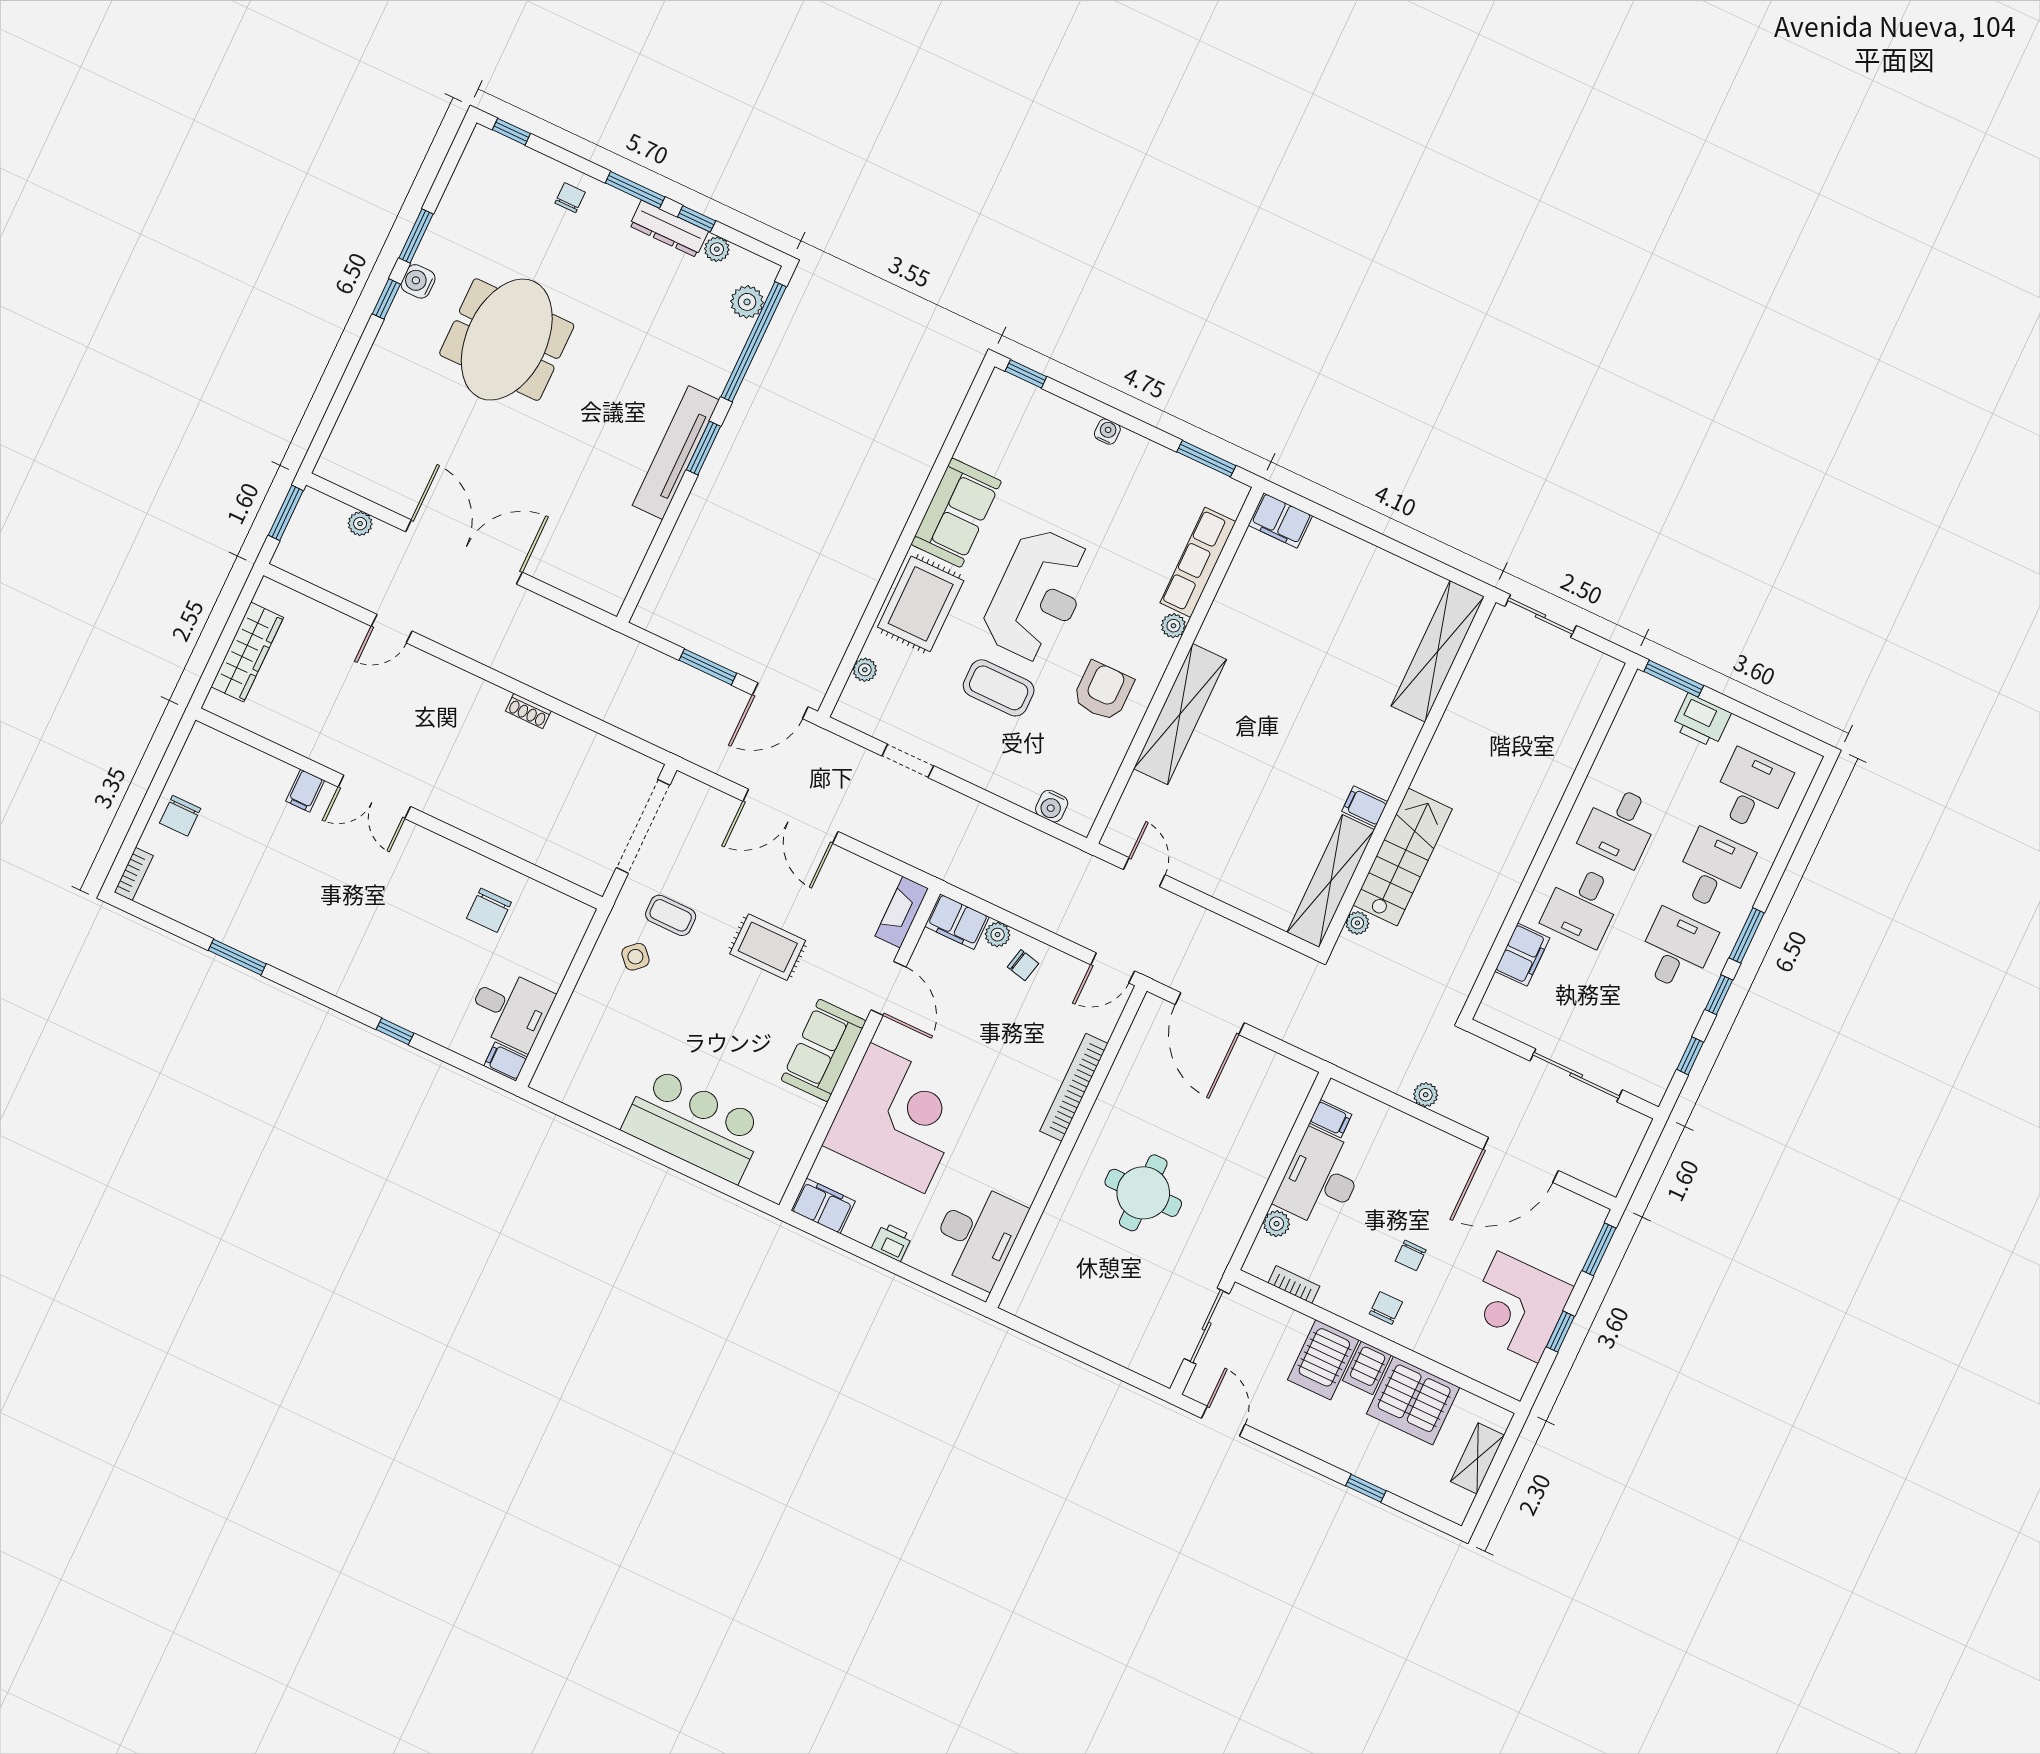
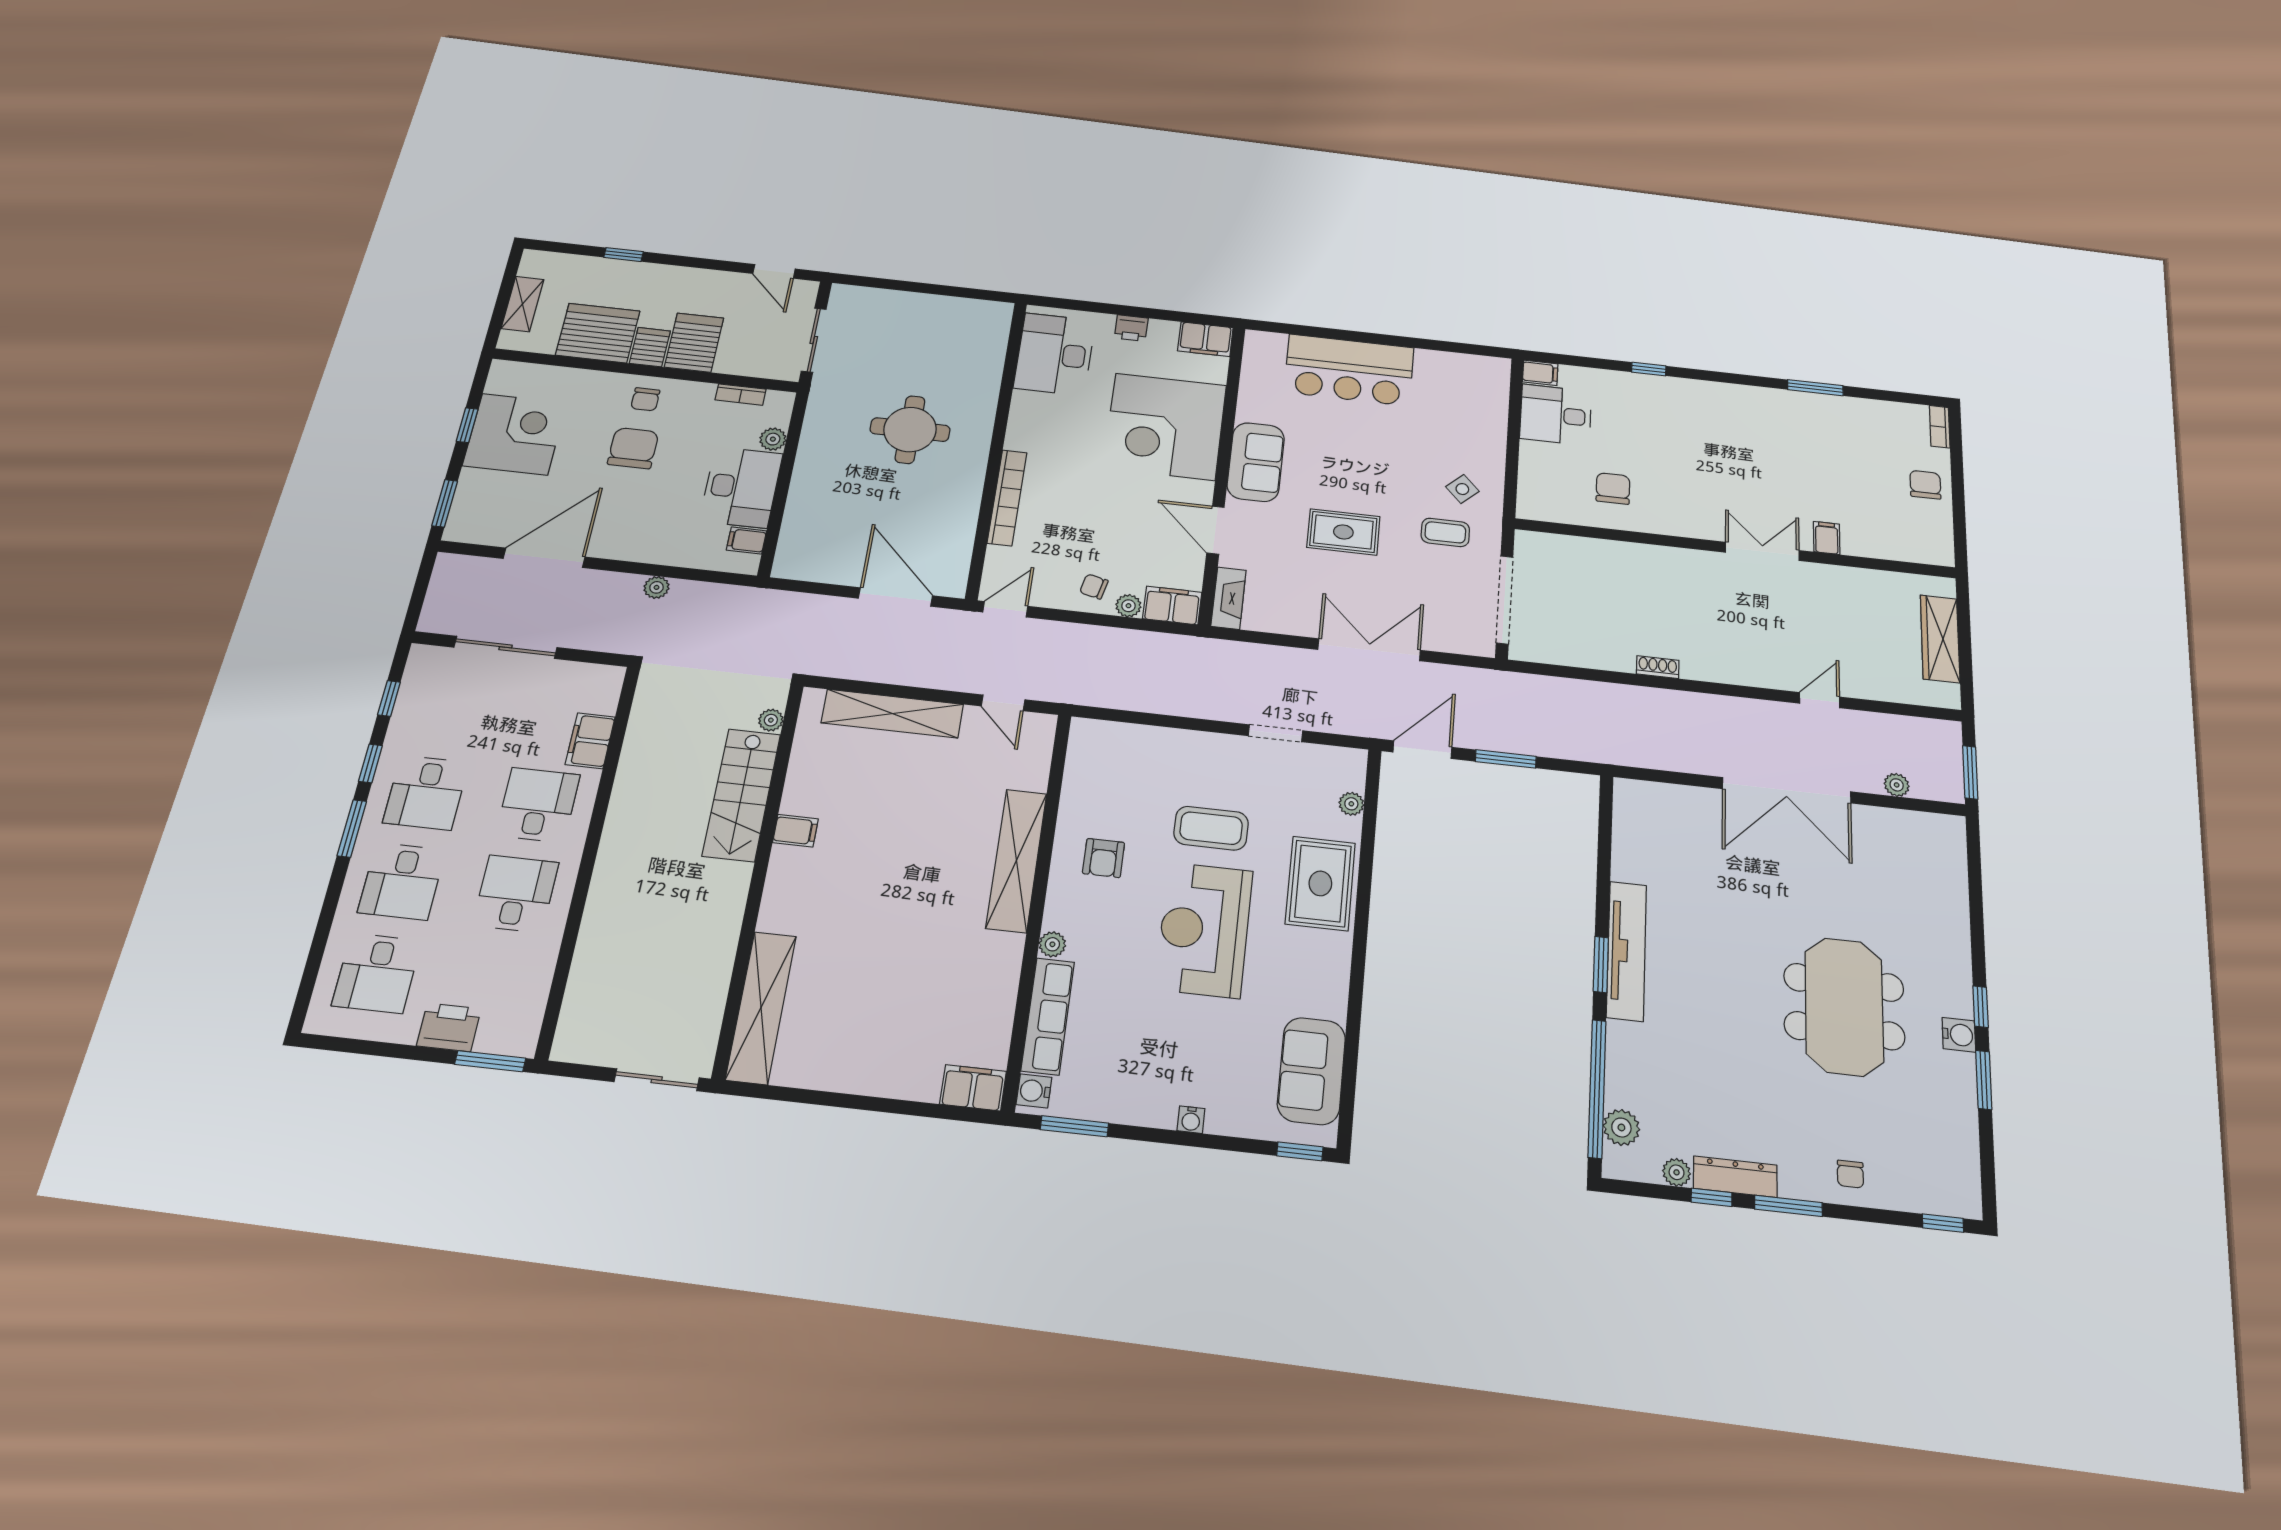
sofa: (956, 513) -> (1311, 1071), moved
armchair: (1103, 691) -> (1104, 858), width x0.72, depth x0.72
water cooler: (1052, 806) -> (1034, 1091), moved, turned -90
shelving: (1331, 881) -> (892, 714), moved, turned 90
chair: (1411, 1255) -> (633, 448), width x1.87, depth x1.87

